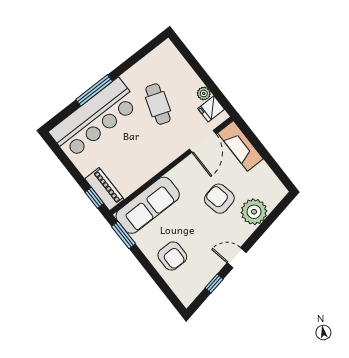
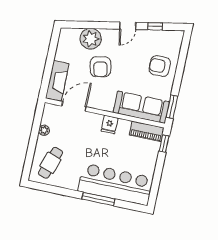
cafe table: (158, 104) -> (50, 163), moved
fridge: (211, 109) -> (109, 124), moved, turned 90
piano: (104, 189) -> (147, 131), moved, turned -90
armchair: (172, 256) -> (160, 66), turned -90
door: (237, 258) -> (128, 26), hinge flipped

